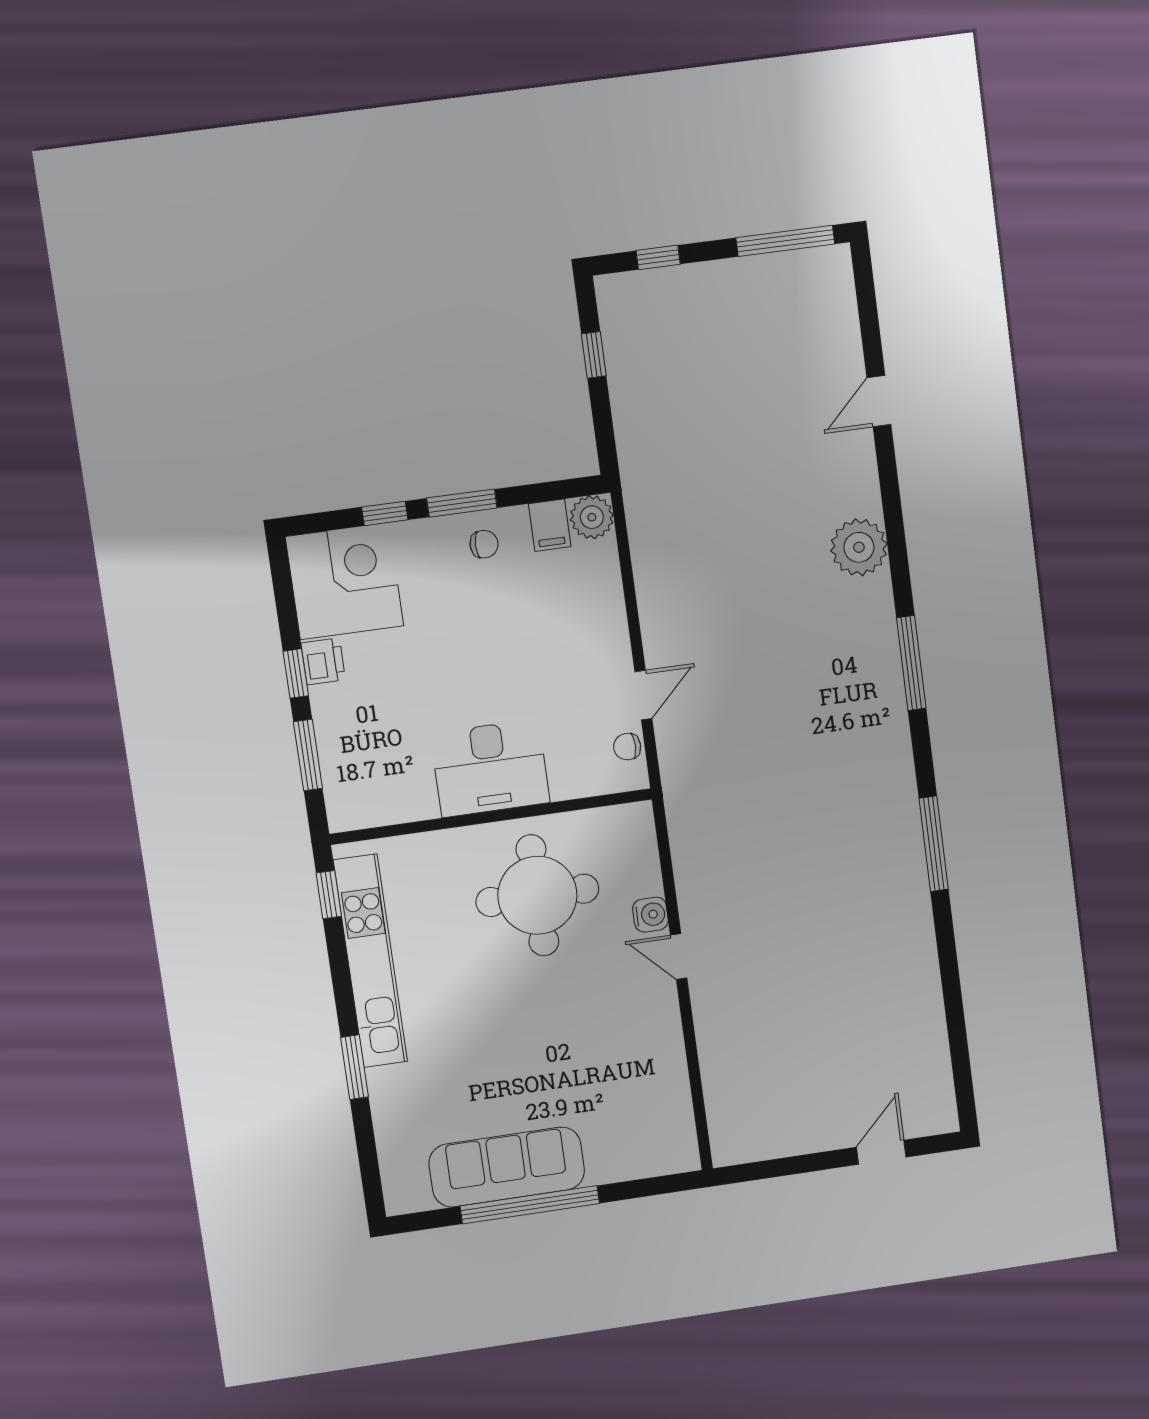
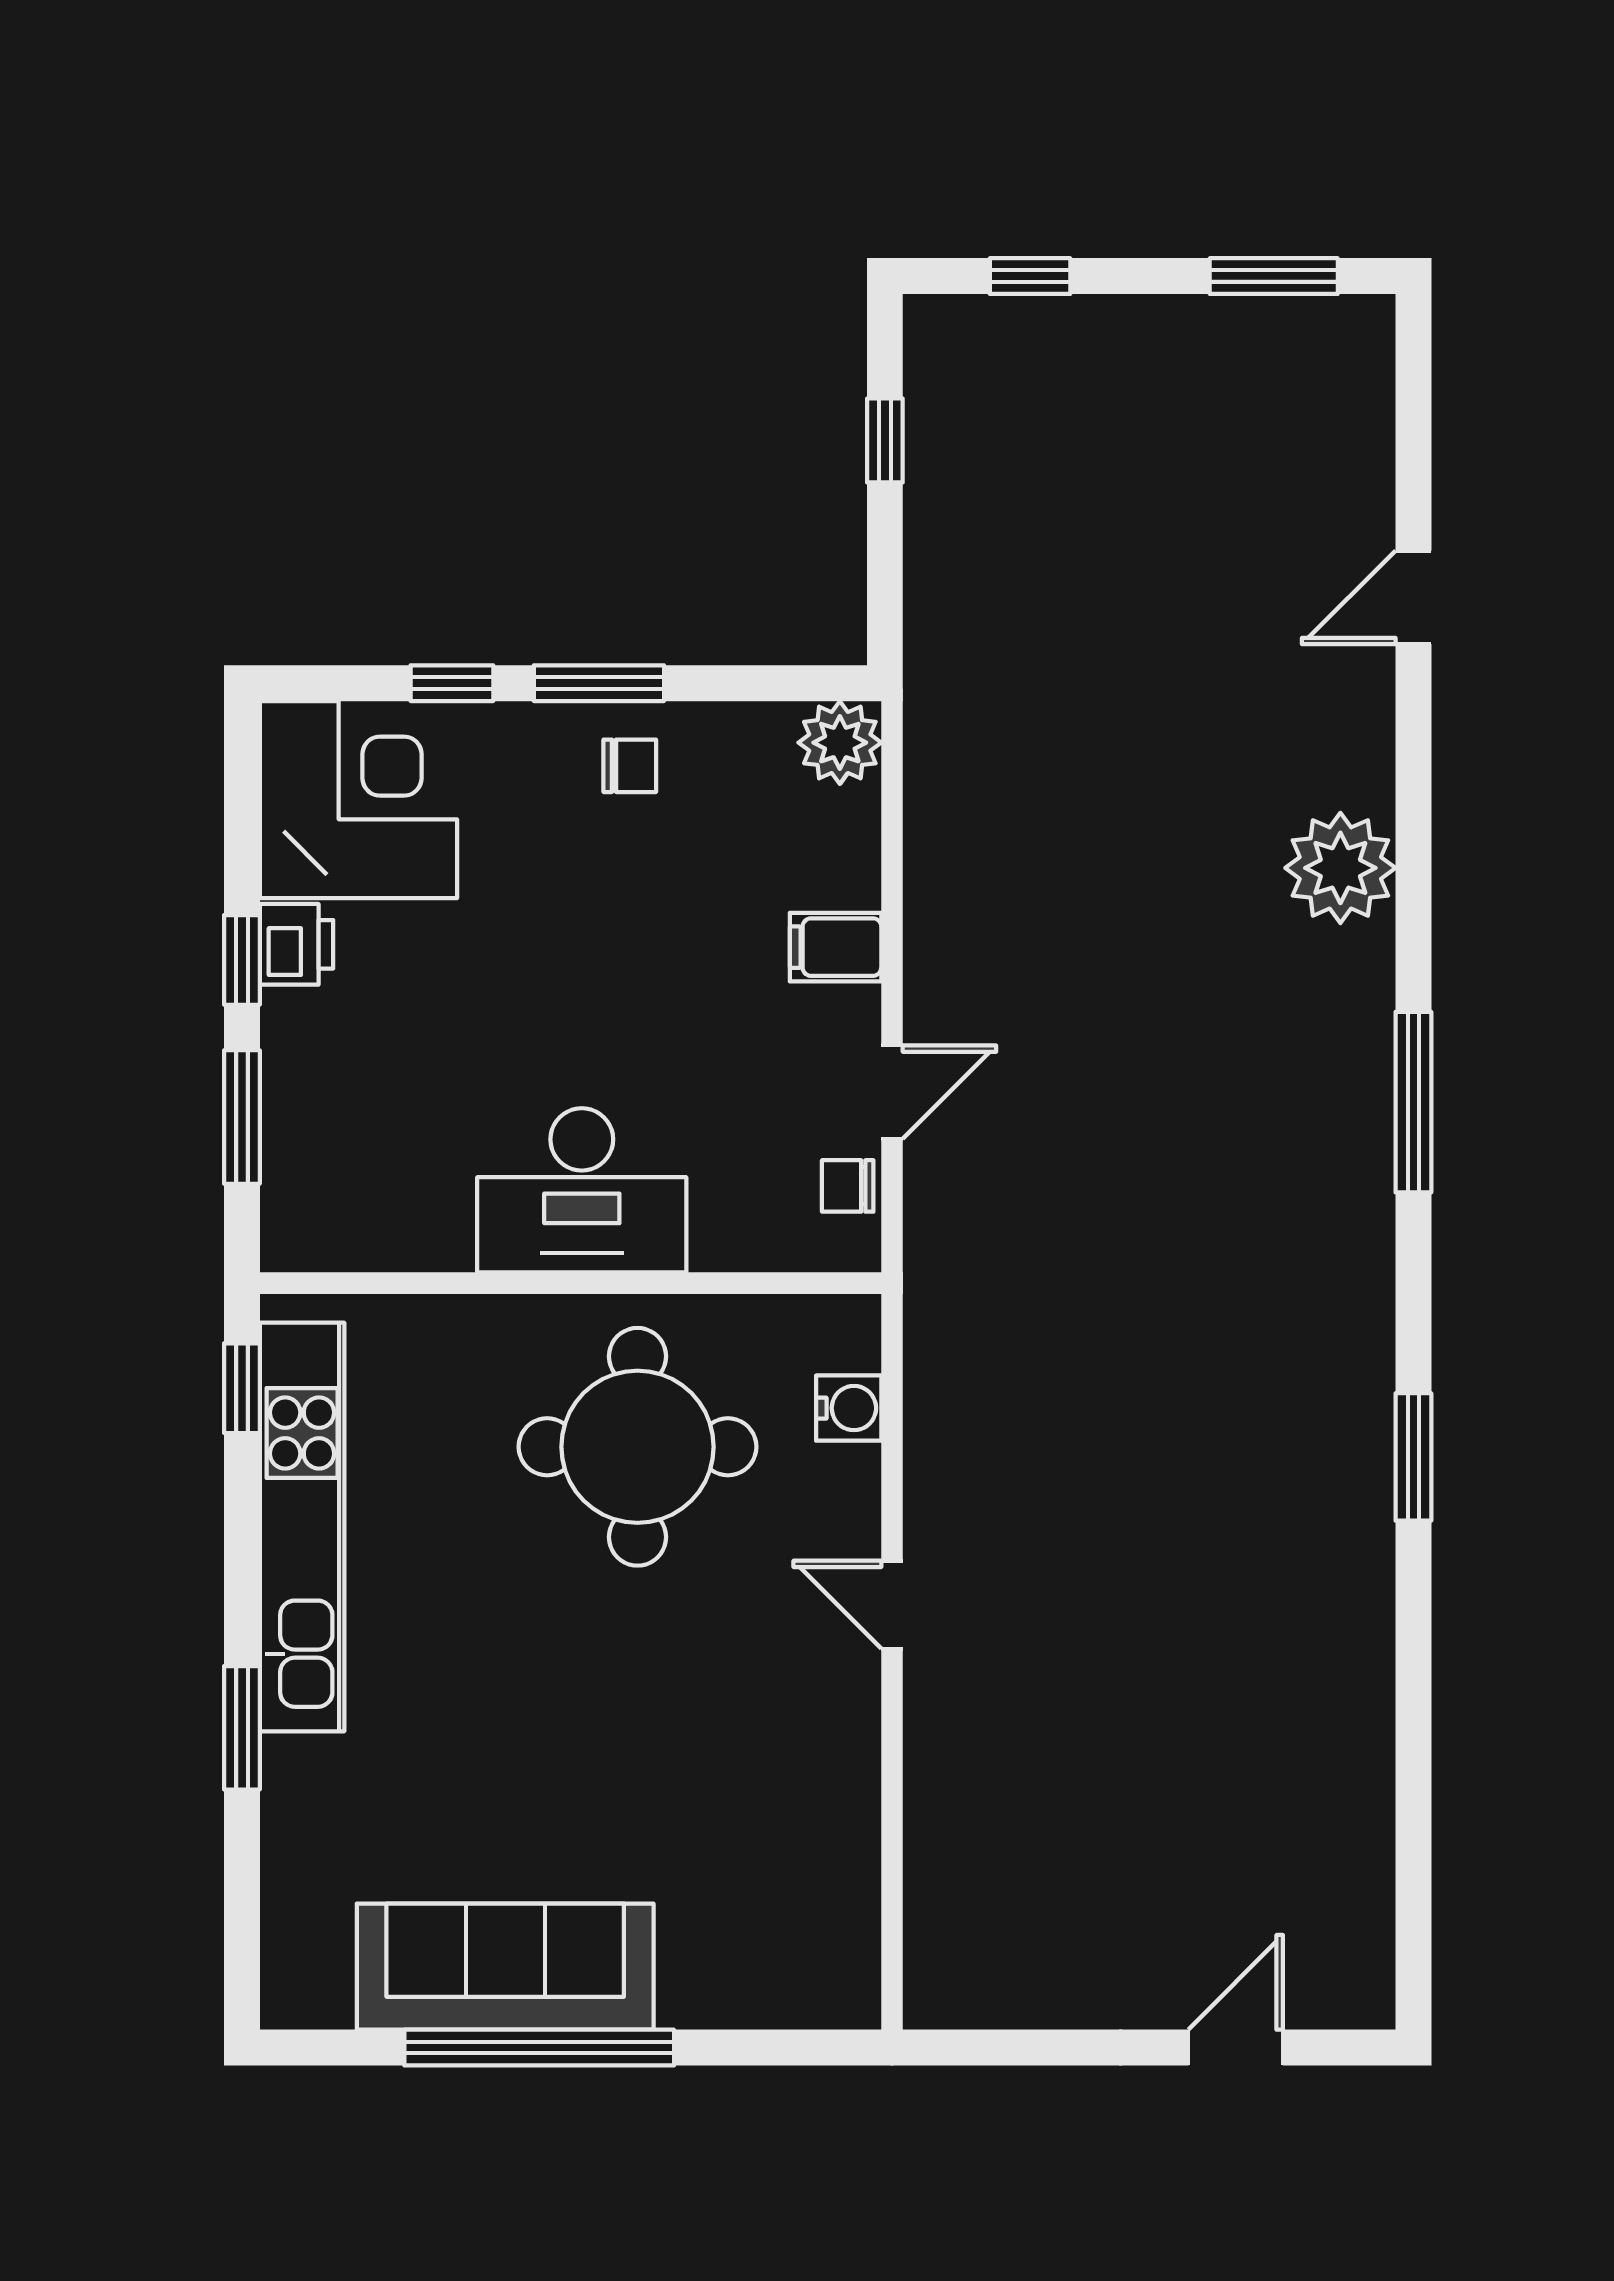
window: (785, 241) -> (1274, 276), width x0.69
filing cabinet: (550, 525) -> (836, 947), moved, turned 90
window: (934, 844) -> (1413, 1457), width x0.69
water cooler: (650, 915) -> (849, 1408), moved

